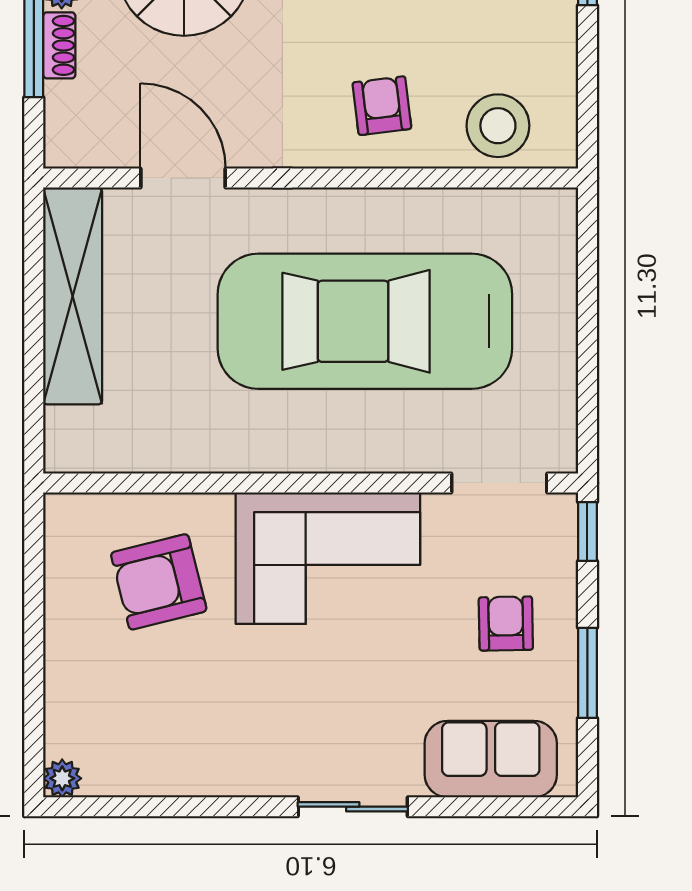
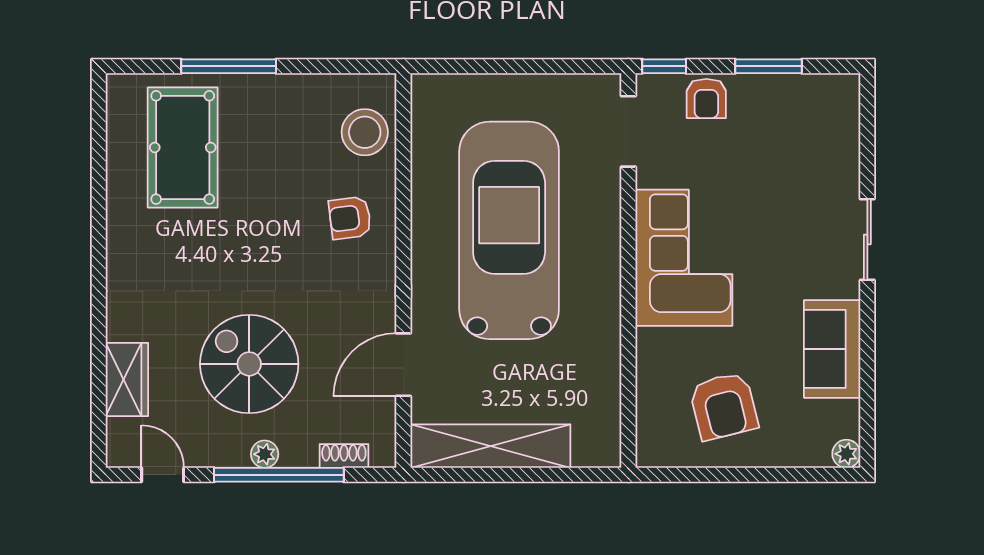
shoe rack: (59, 45) -> (344, 456), moved
car: (365, 321) -> (509, 230), turned 180
armchair: (159, 582) -> (724, 406), moved
armchair: (506, 624) -> (706, 99), moved, turned -89
sofa: (491, 759) -> (832, 349), moved

